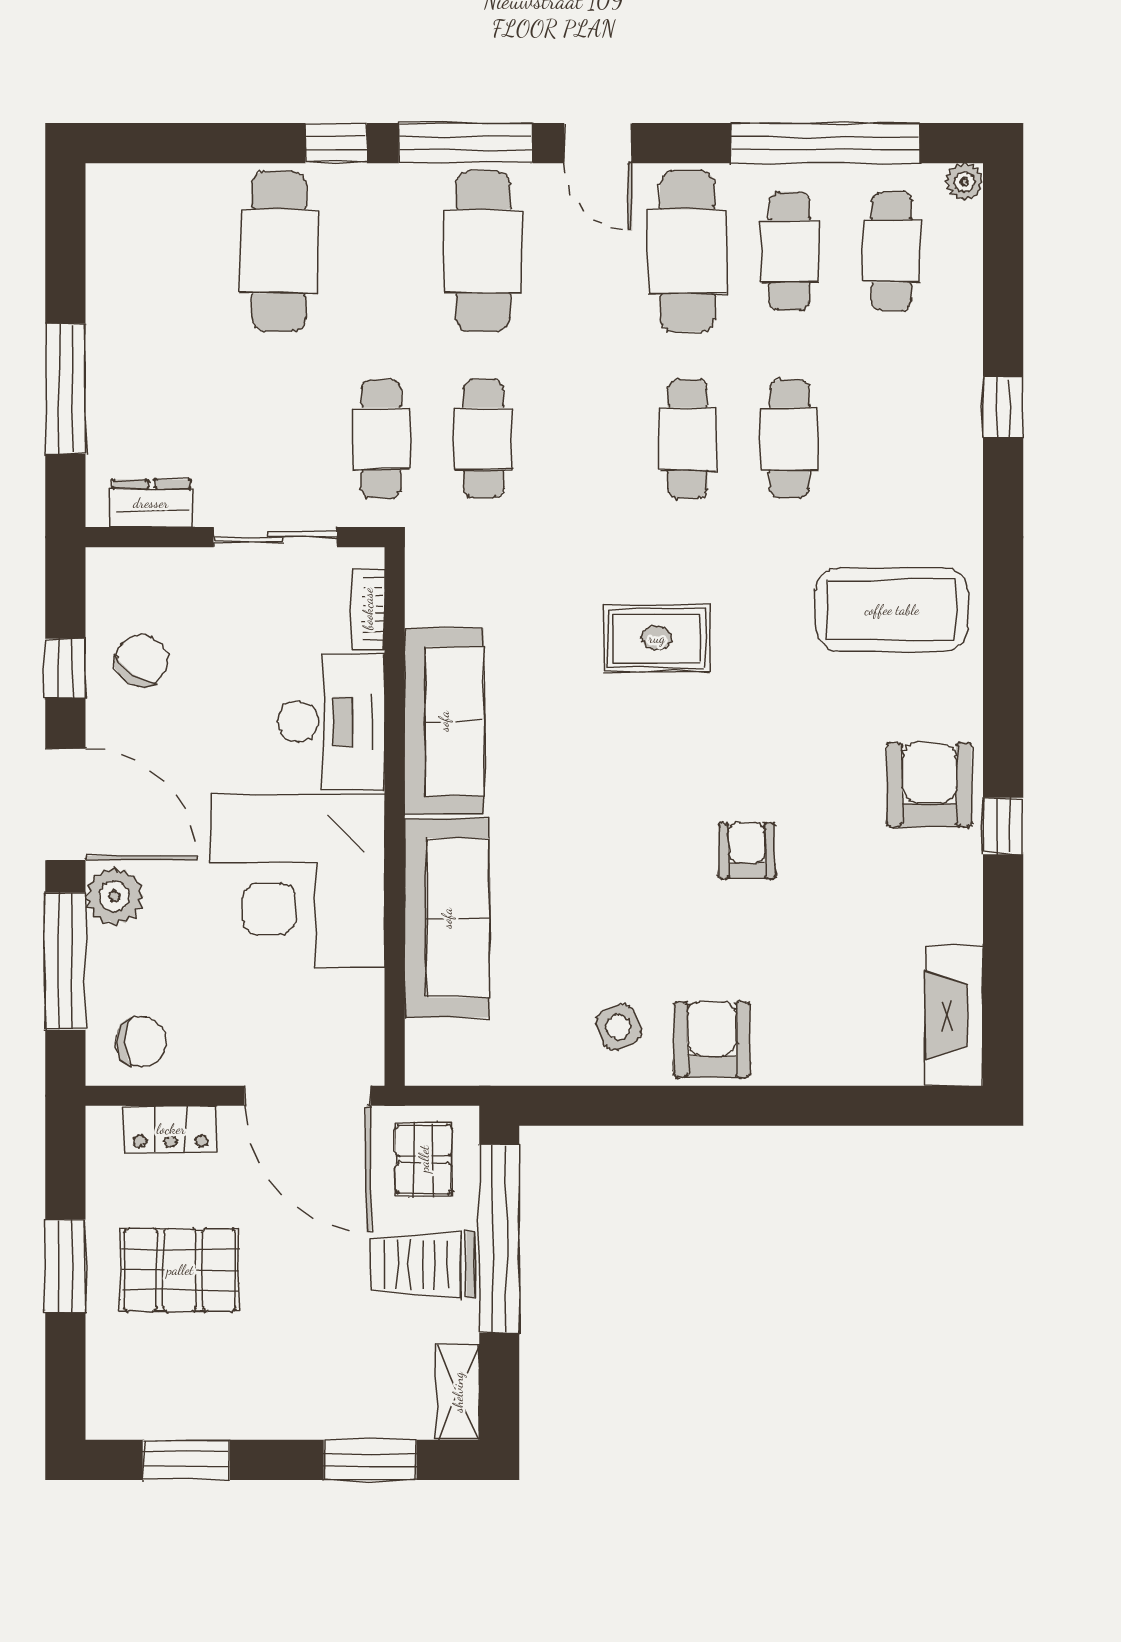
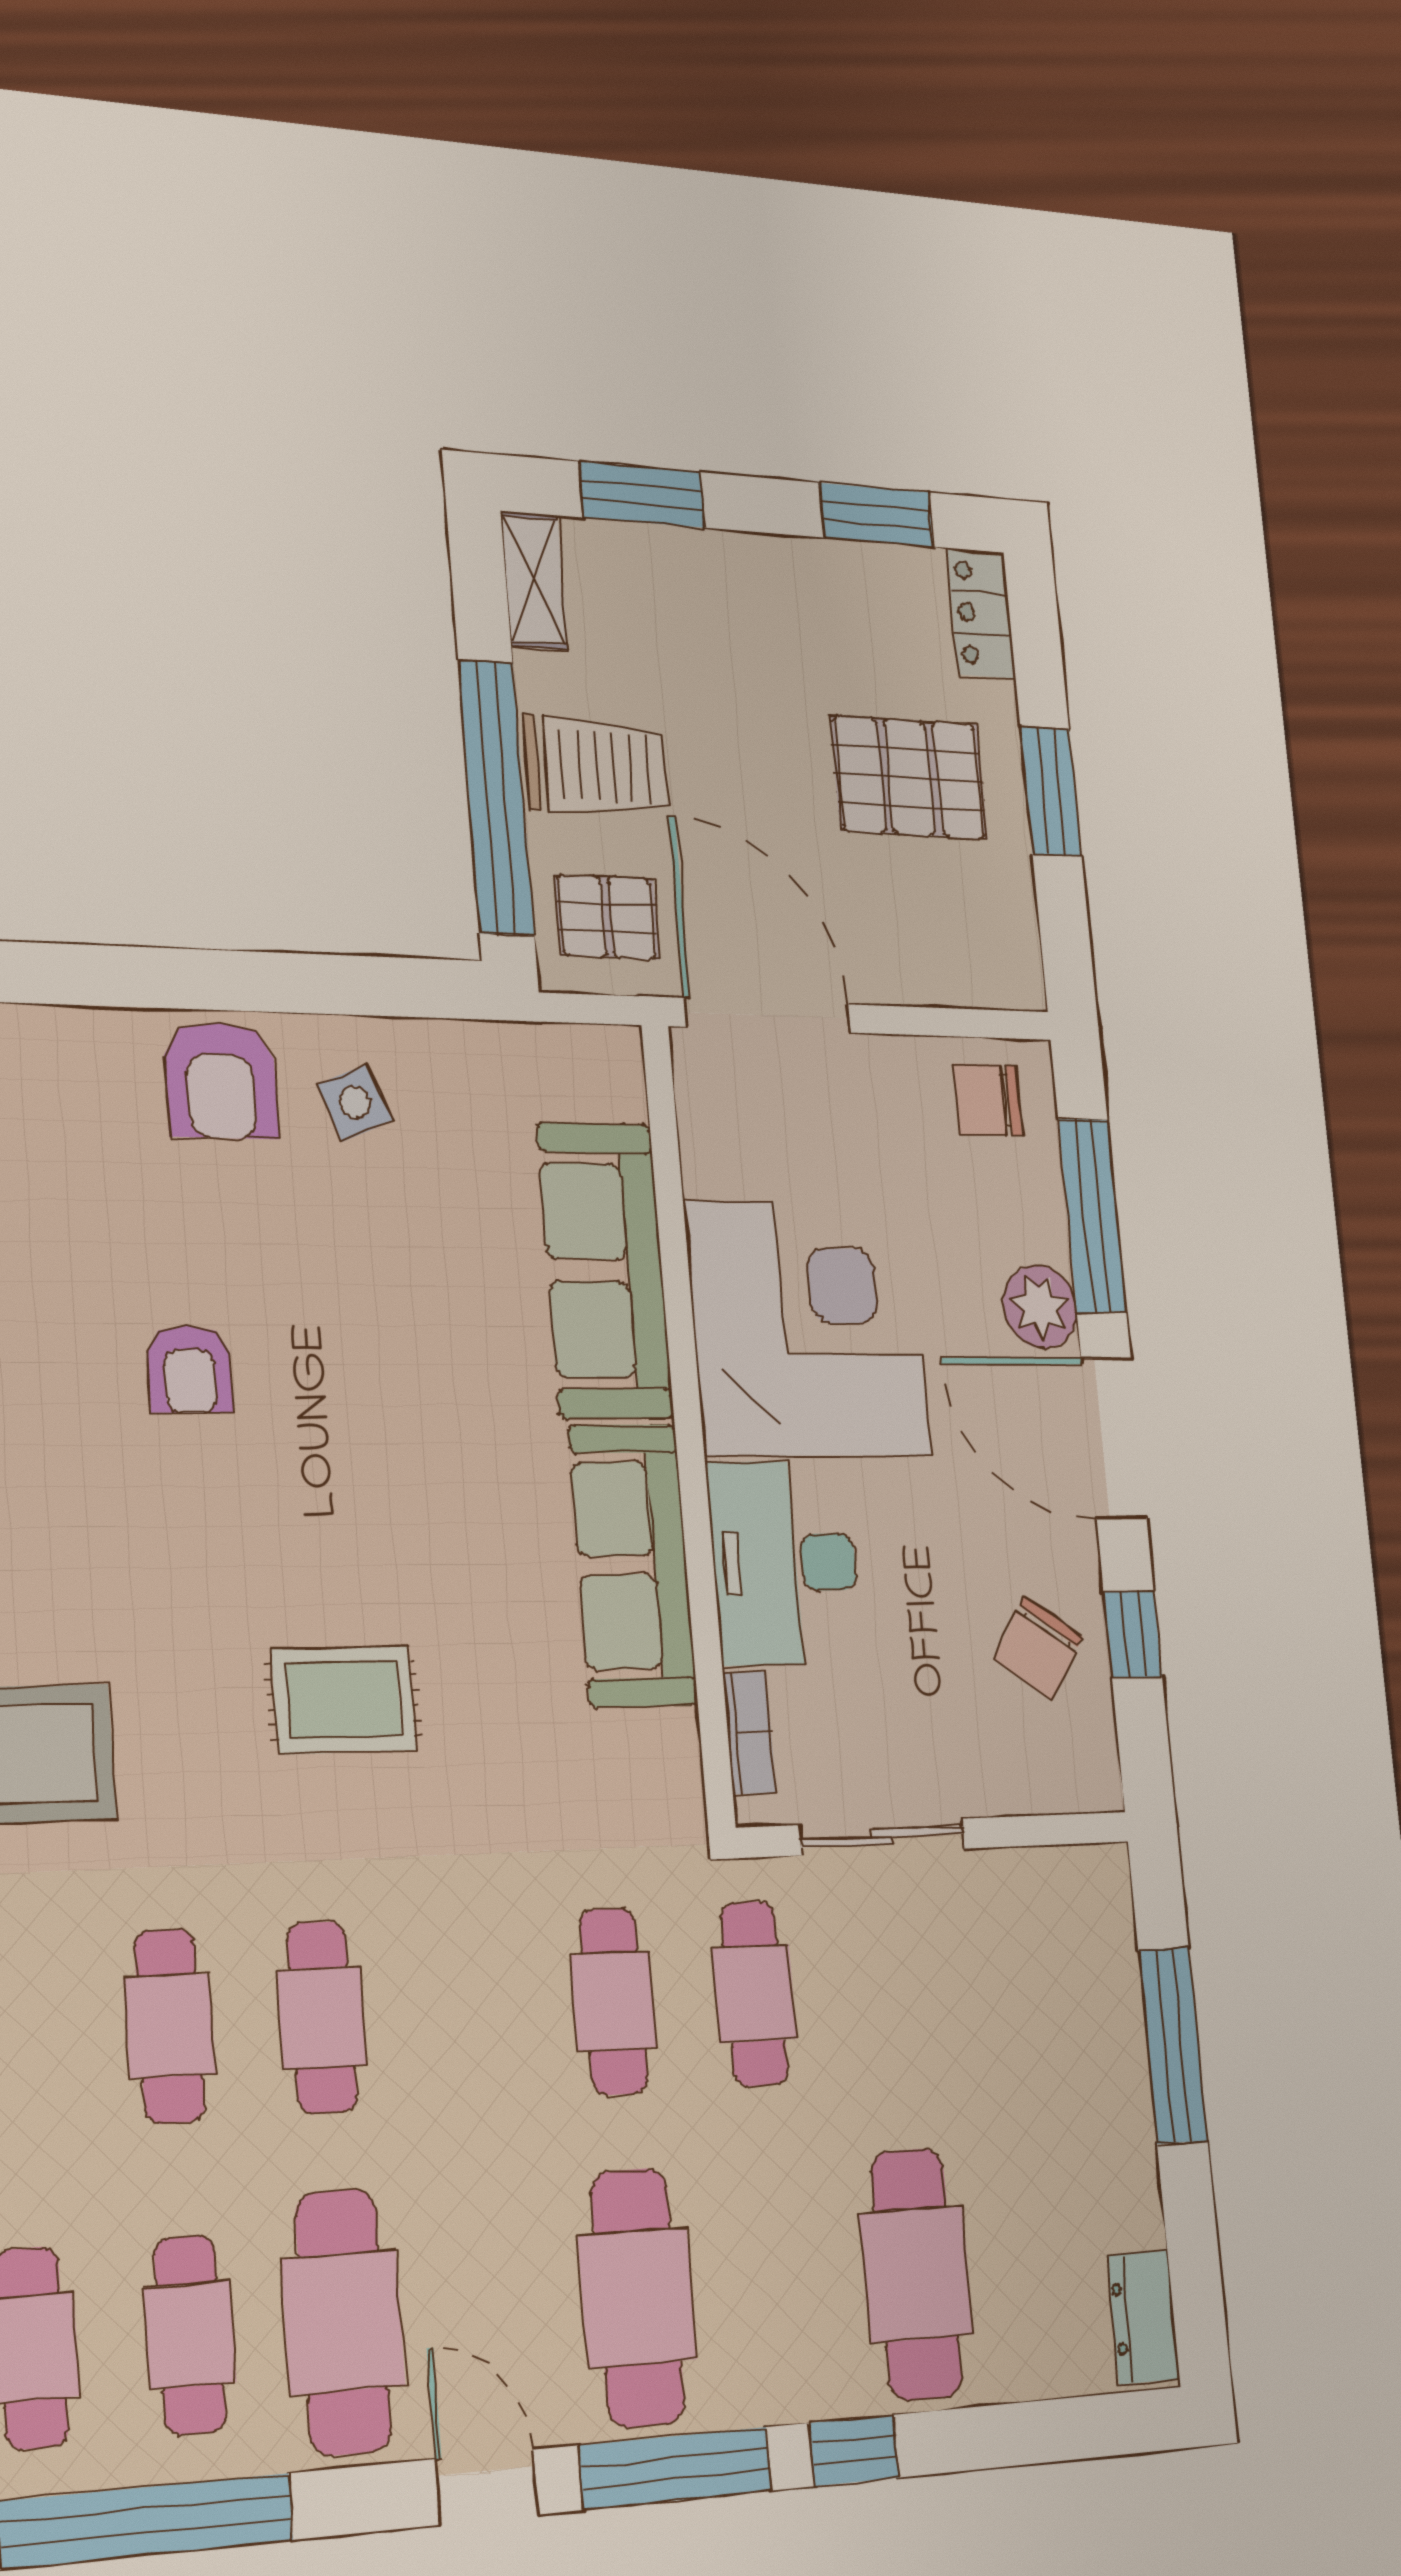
dresser: (151, 503) -> (1143, 2317), moved, turned 90
locker: (171, 1129) -> (981, 613), moved, turned -90
pallet: (424, 1159) -> (607, 917), turned 90

